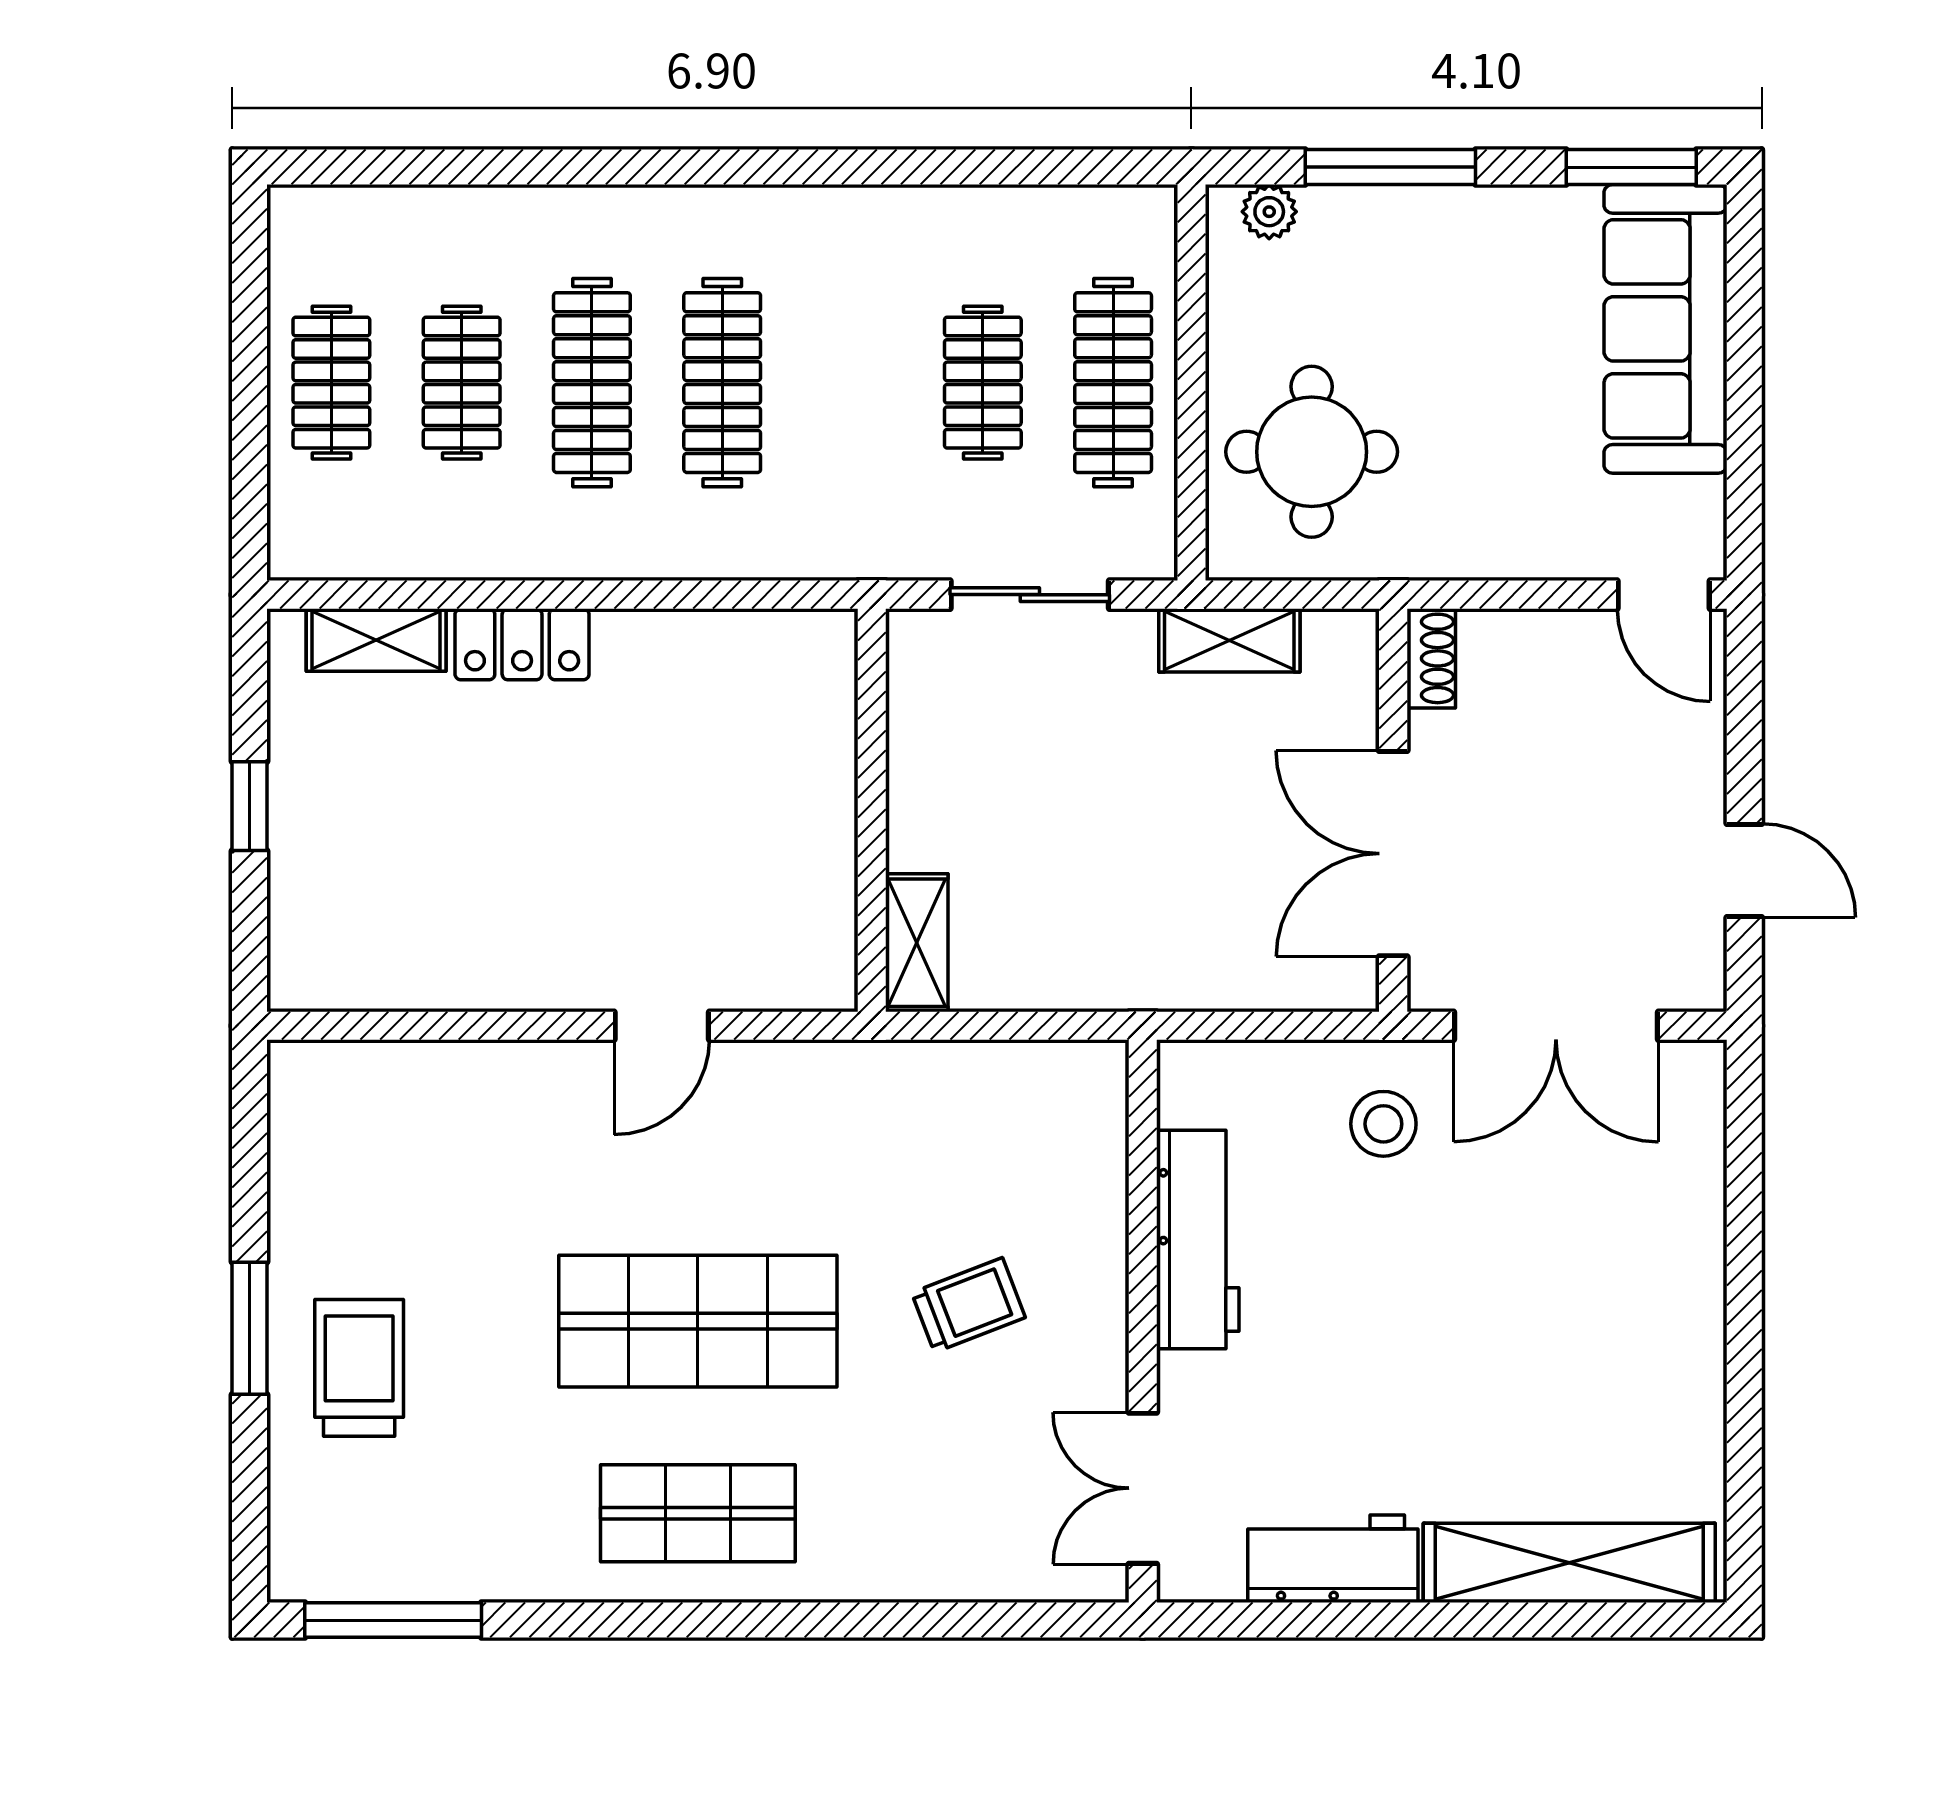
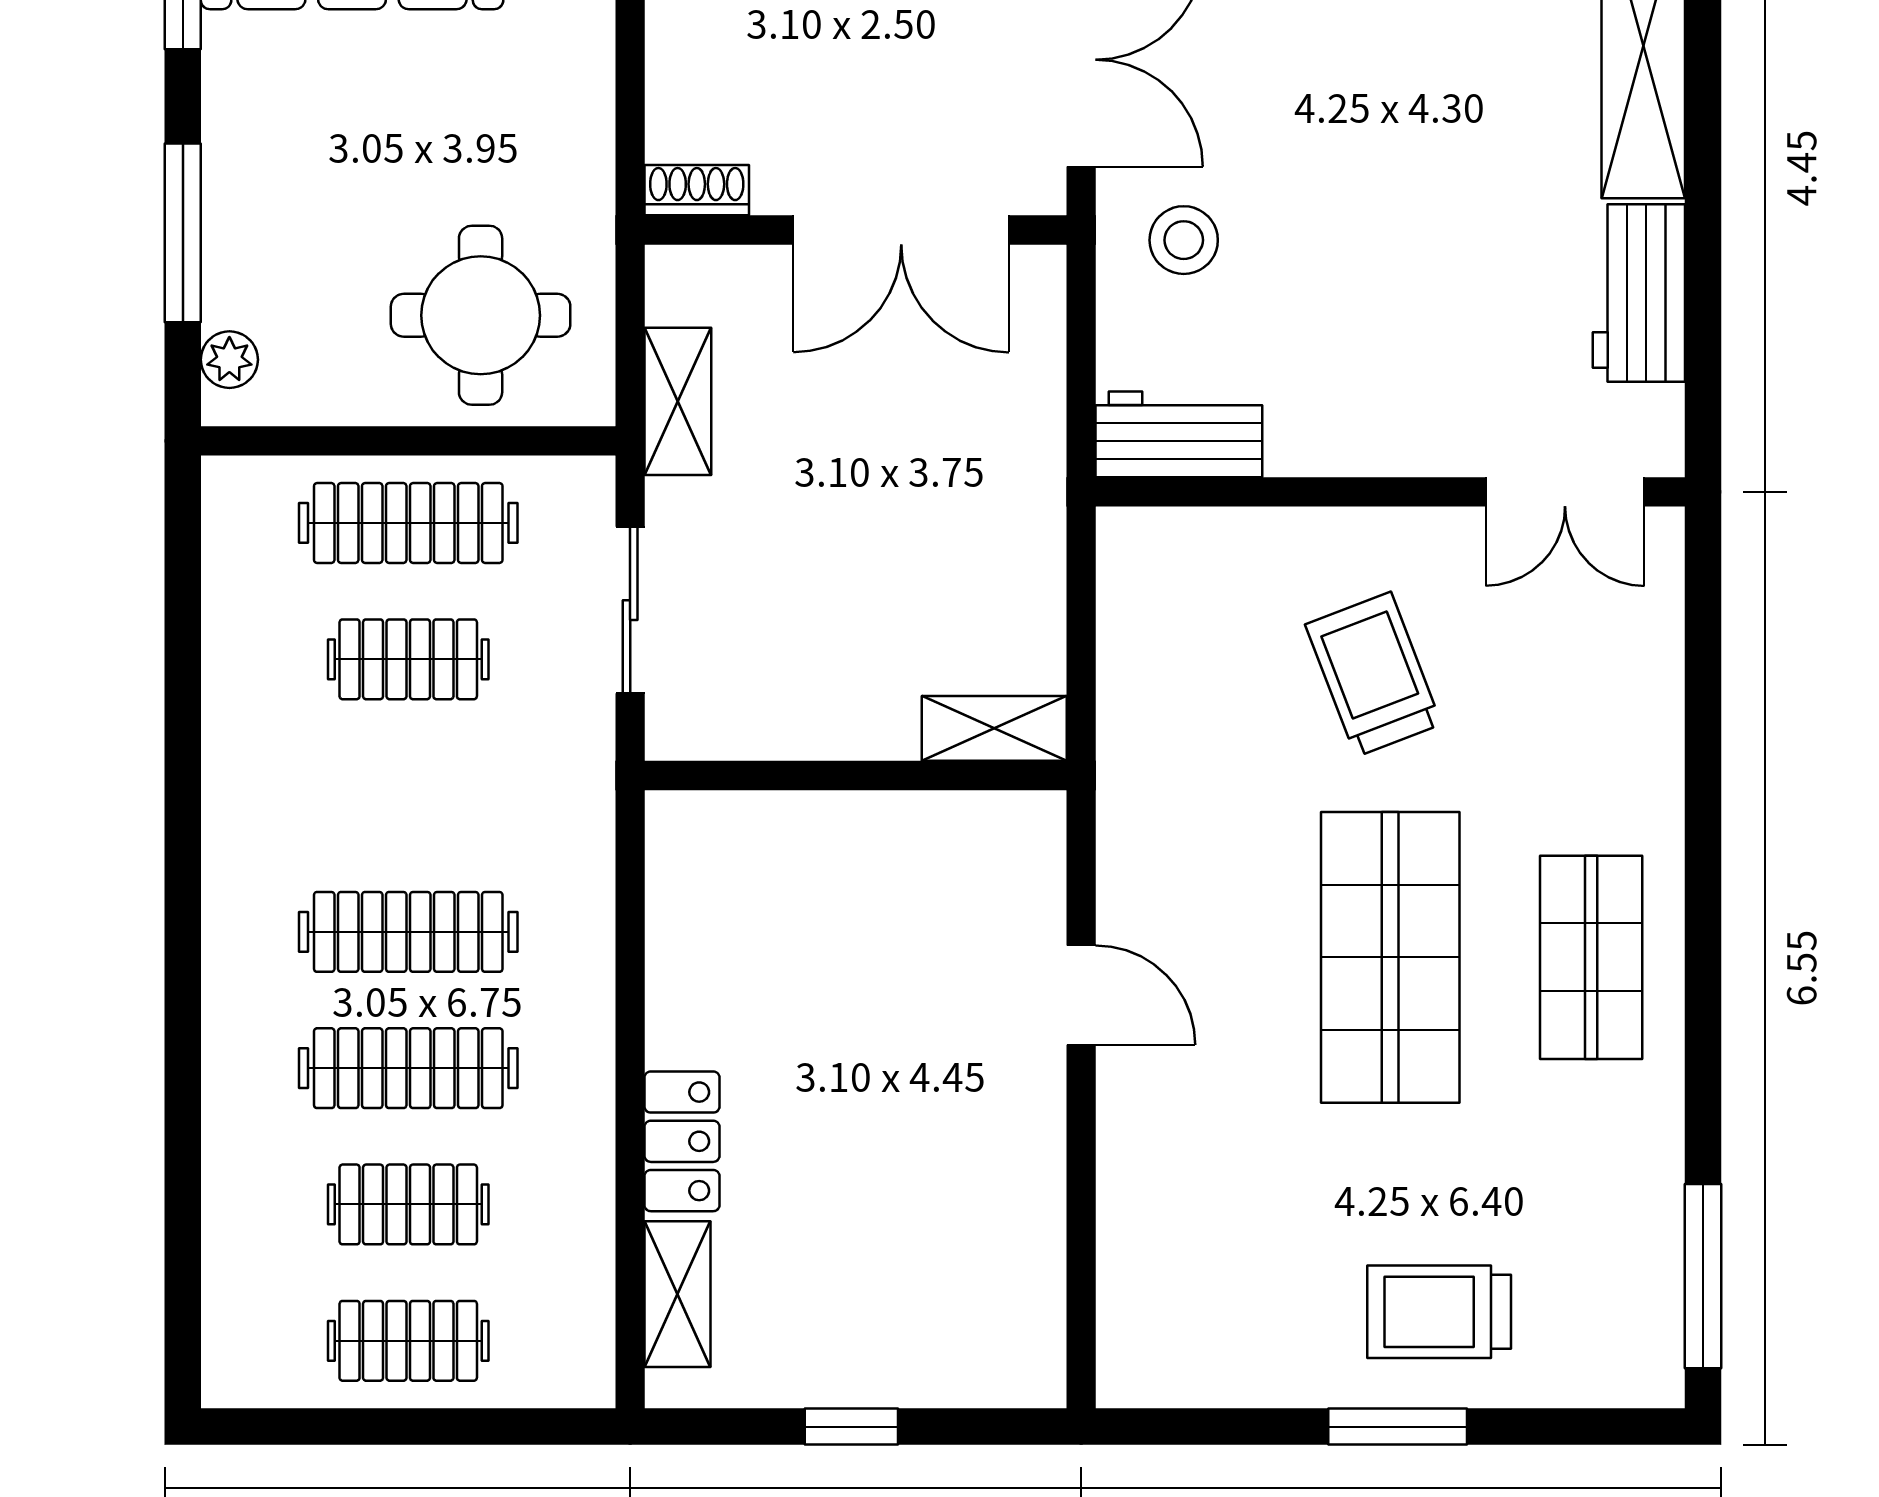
workbench: (1198, 1239) -> (1179, 434), moved, width x0.73
trolley: (968, 1305) -> (1373, 674), width x1.36, depth x1.39

